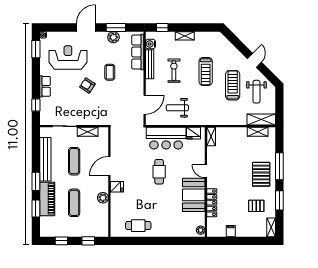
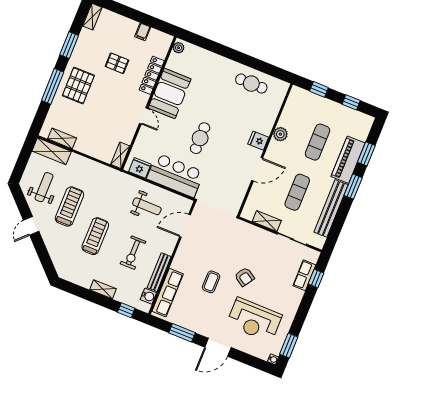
plant: (113, 37) -> (190, 322), removed
treadmill: (233, 85) -> (69, 206), turned 180
row of seats: (45, 86) -> (304, 275), moved
pallet: (256, 206) -> (117, 63), moved

